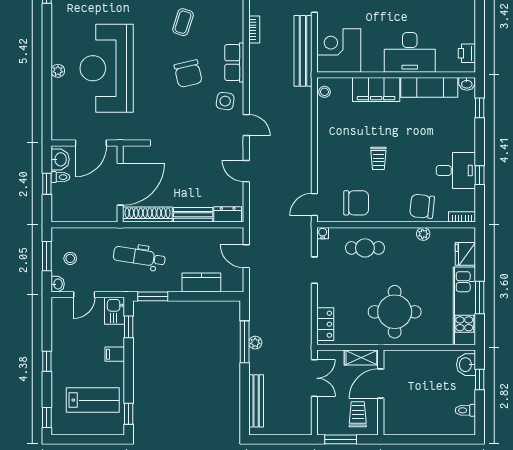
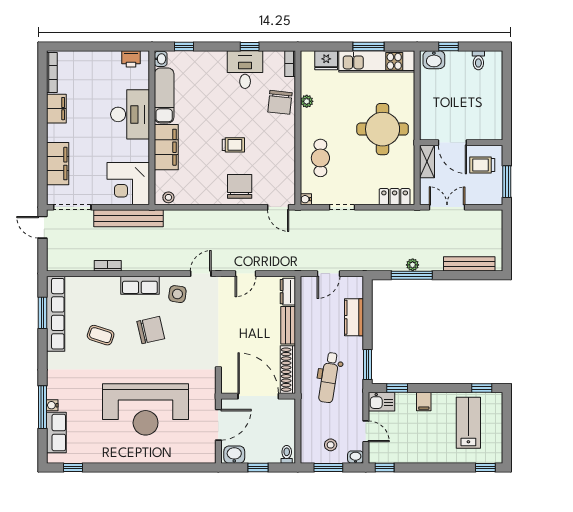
plant: (58, 71) -> (148, 457), removed
door: (91, 143) -> (218, 425), hinge flipped
toilet: (60, 177) -> (287, 454), moved
chair: (356, 203) -> (240, 186), moved
window: (47, 361) -> (385, 467), moved

